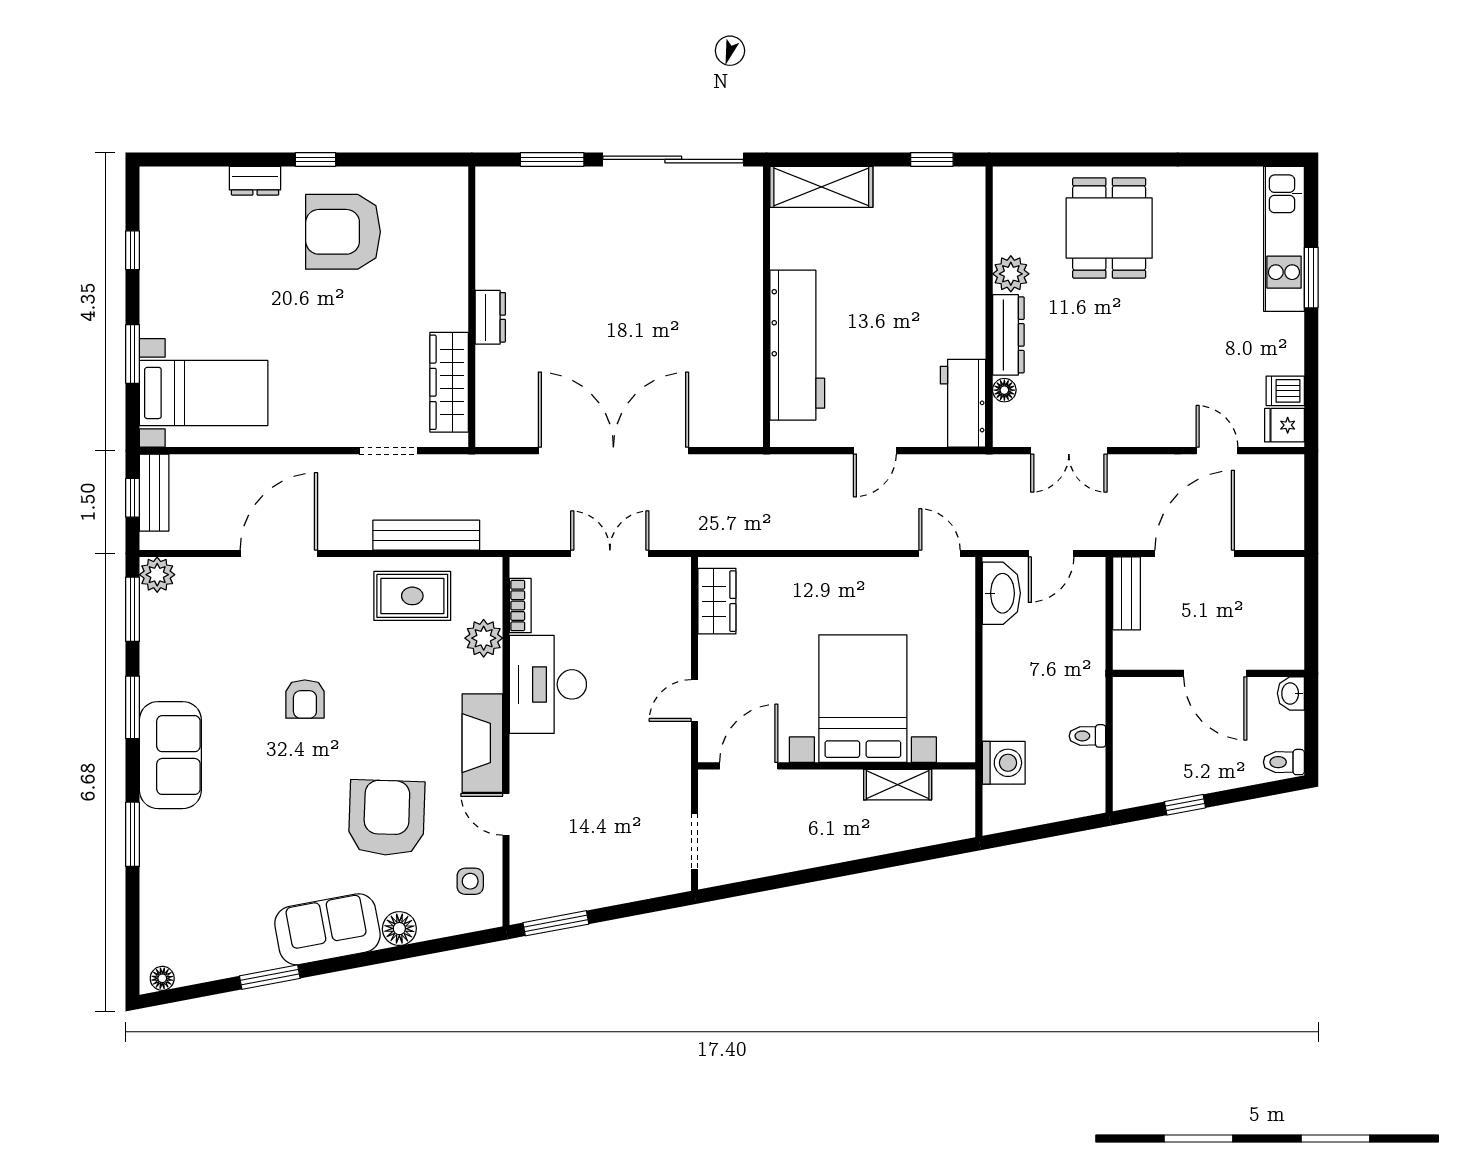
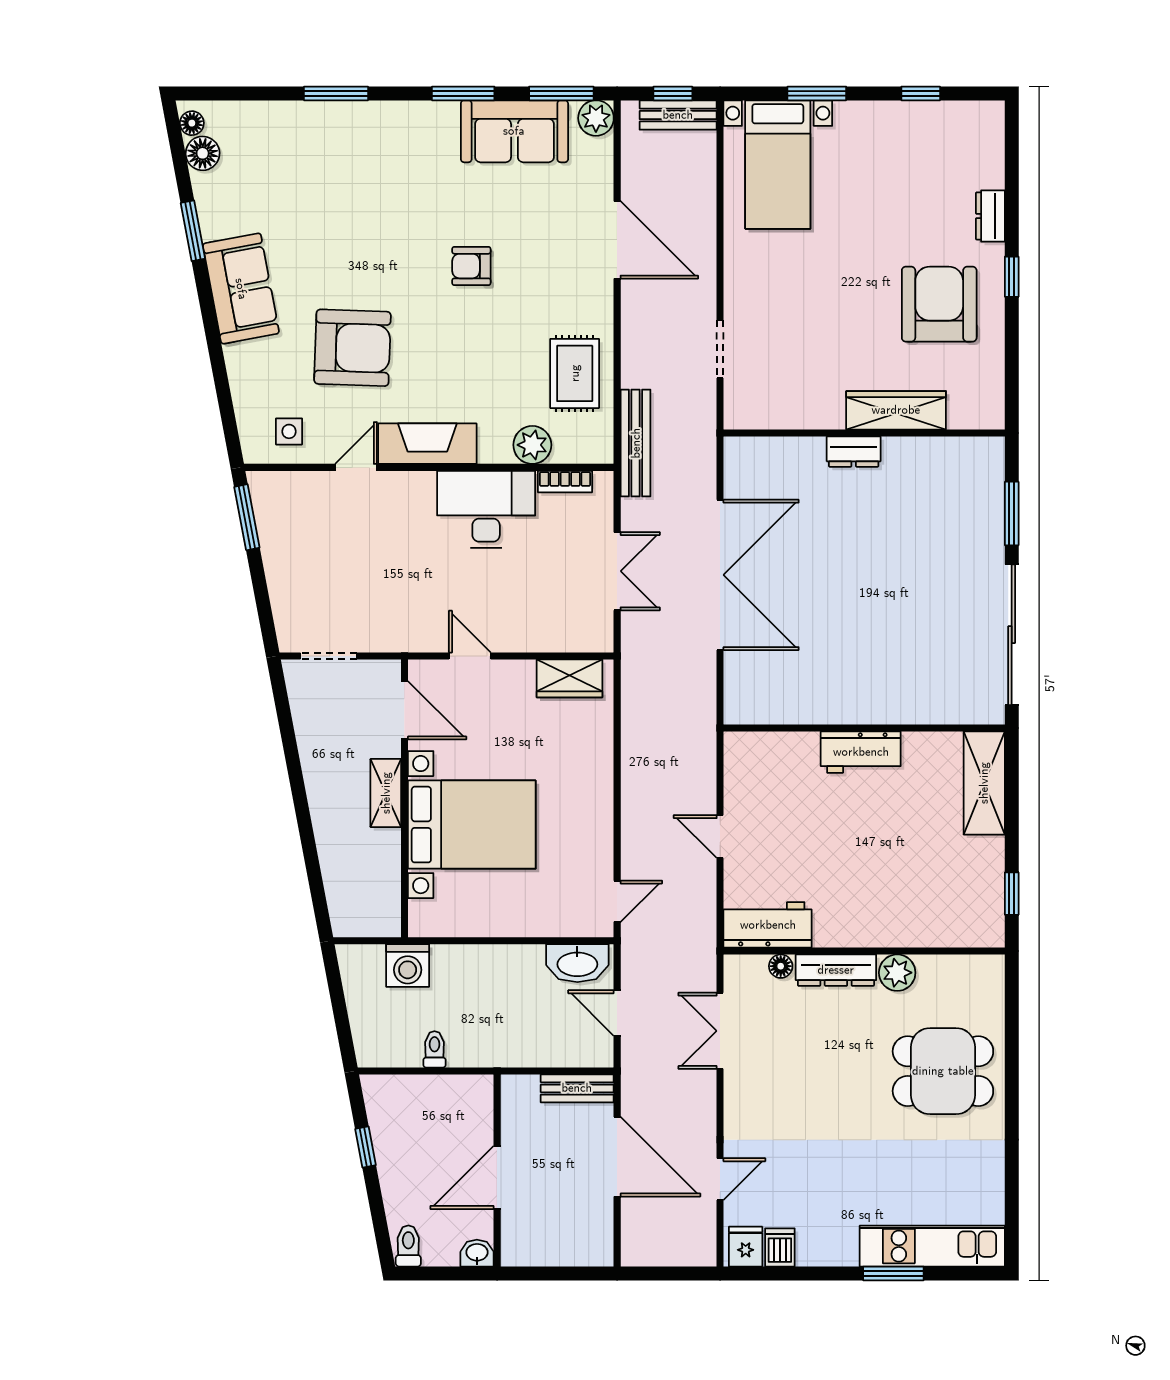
workbench: (797, 345) -> (861, 752), width x0.53, depth x0.76
wardrobe: (449, 382) -> (896, 410), moved
bench: (426, 535) -> (636, 443), moved
sofa: (170, 755) -> (514, 131), moved
shelving: (898, 785) -> (386, 793), moved
floor lamp: (399, 929) -> (203, 153), moved

